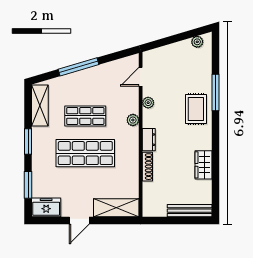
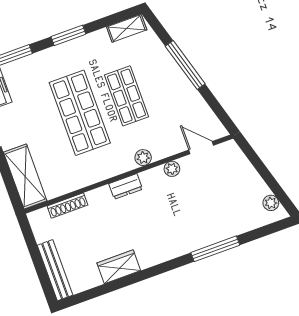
shelving: (40, 106) -> (127, 28), width x0.67, depth x0.75
rug: (196, 109) -> (186, 232), removed
shoe rack: (147, 167) -> (67, 205), moved

